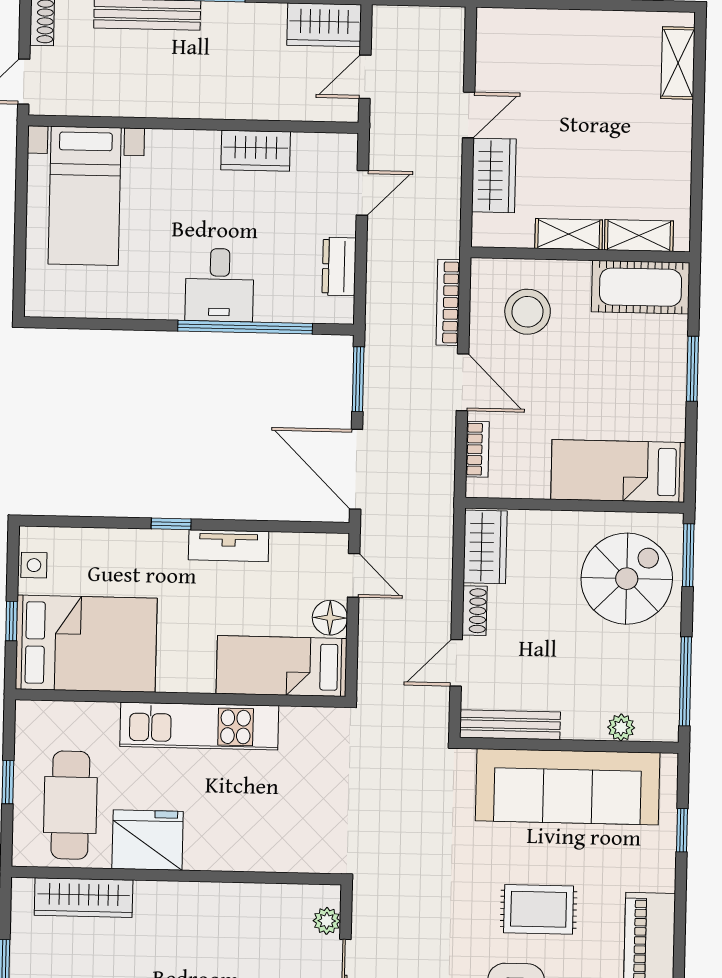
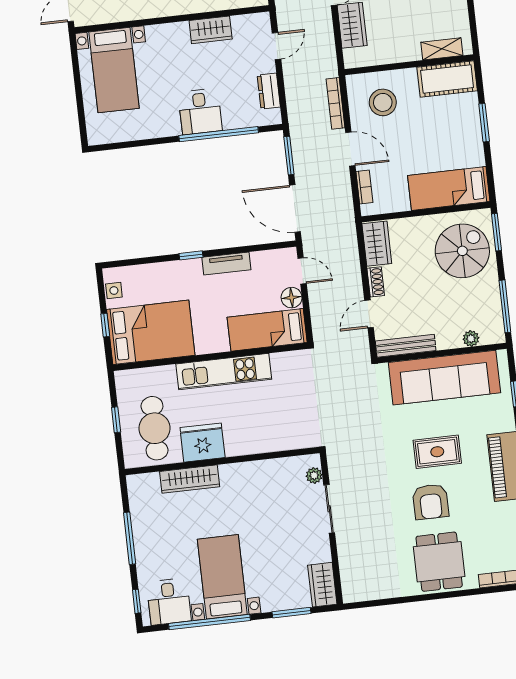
shelving: (569, 234) -> (401, 54), removed
wardrobe: (84, 898) -> (190, 479), moved

